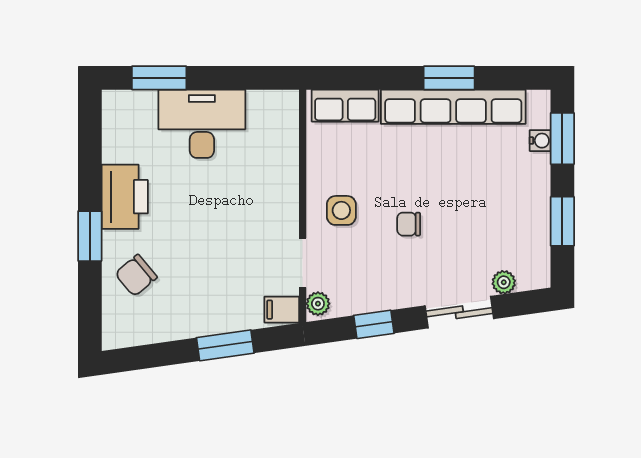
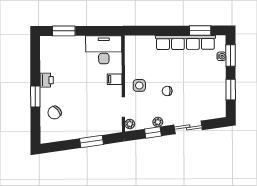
window: (449, 78) -> (200, 30), moved
row of seats: (345, 106) -> (141, 42), removed
desk: (202, 124) -> (104, 50), moved
printer: (125, 197) -> (47, 80), width x0.53, depth x0.68
plant: (504, 282) -> (158, 122), moved
filing cabinet: (282, 310) -> (115, 79), moved

